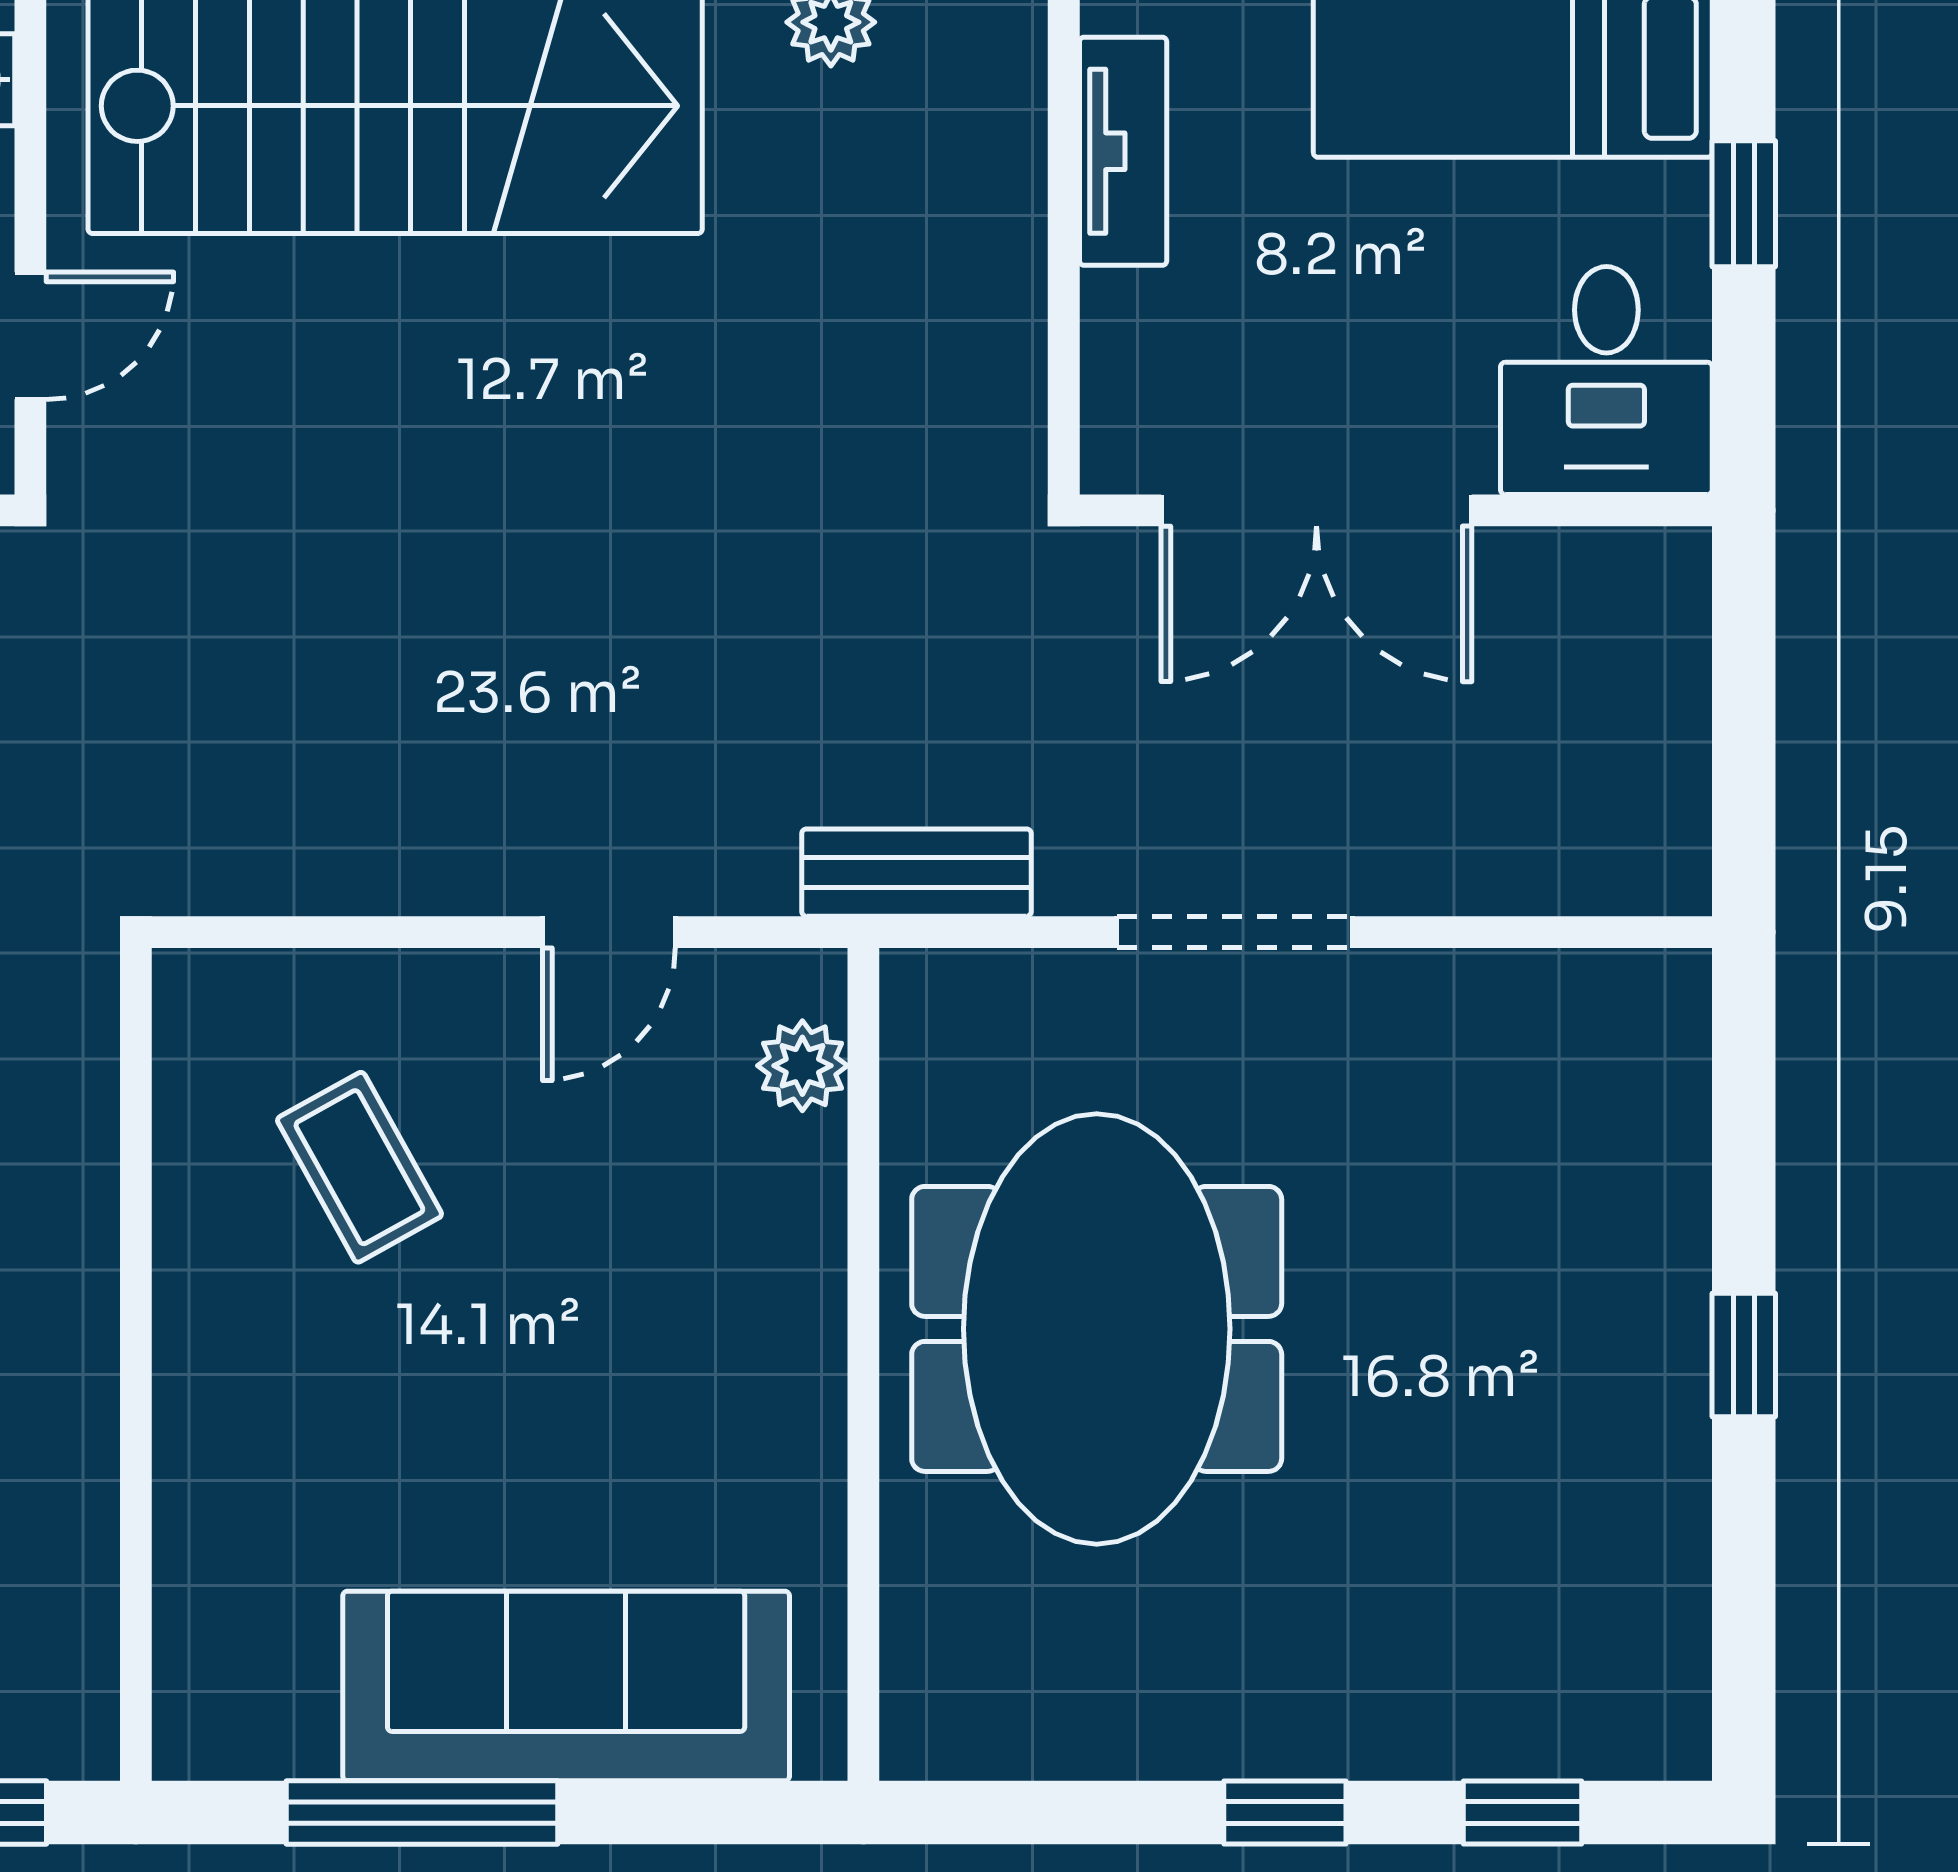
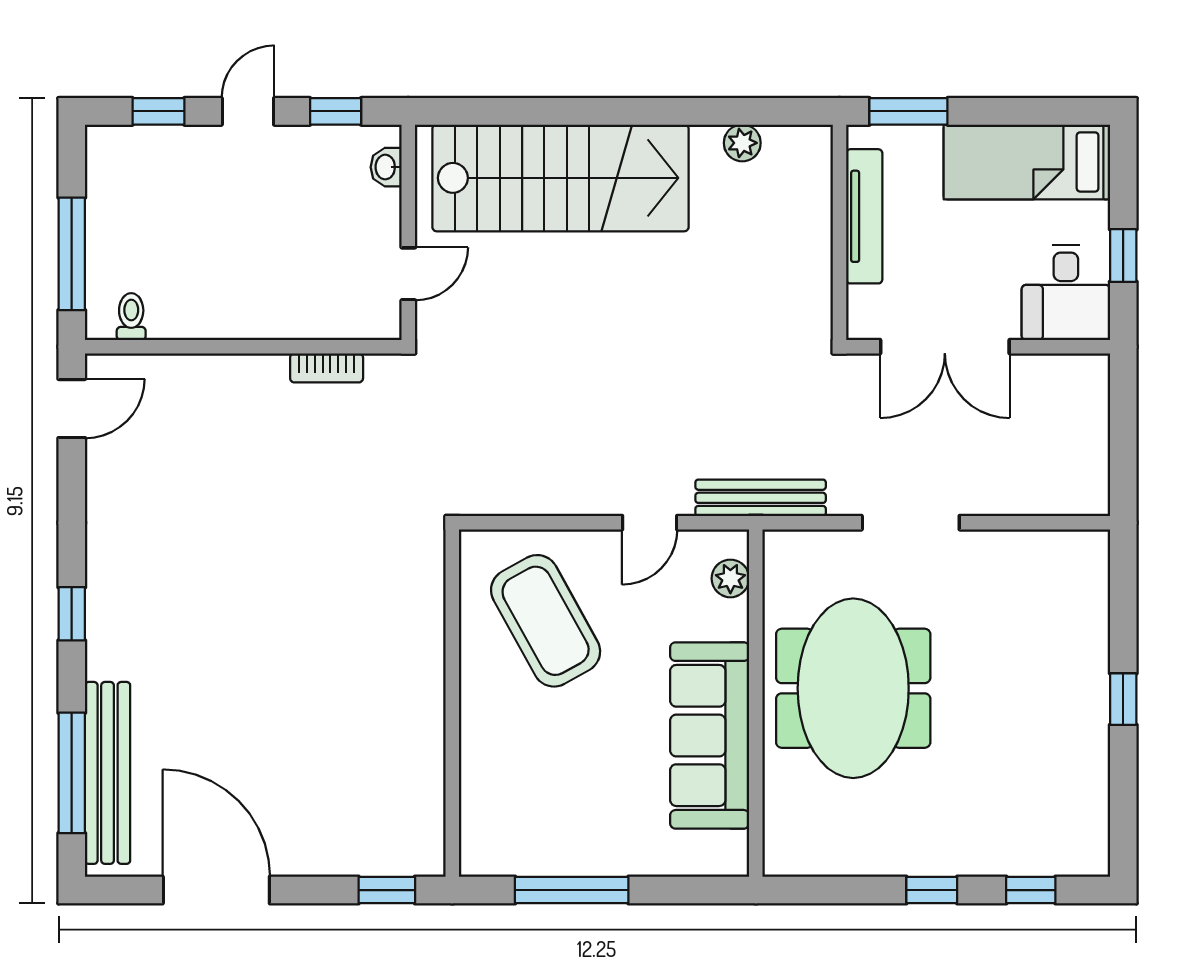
tv unit: (1123, 151) -> (864, 216), width x1.41
window: (1744, 204) -> (1123, 255), moved
bench: (916, 873) -> (761, 498), width x1.36
coffee table: (359, 1167) -> (546, 621), width x1.86, depth x1.72
sofa: (566, 1686) -> (710, 735), moved, turned -90

